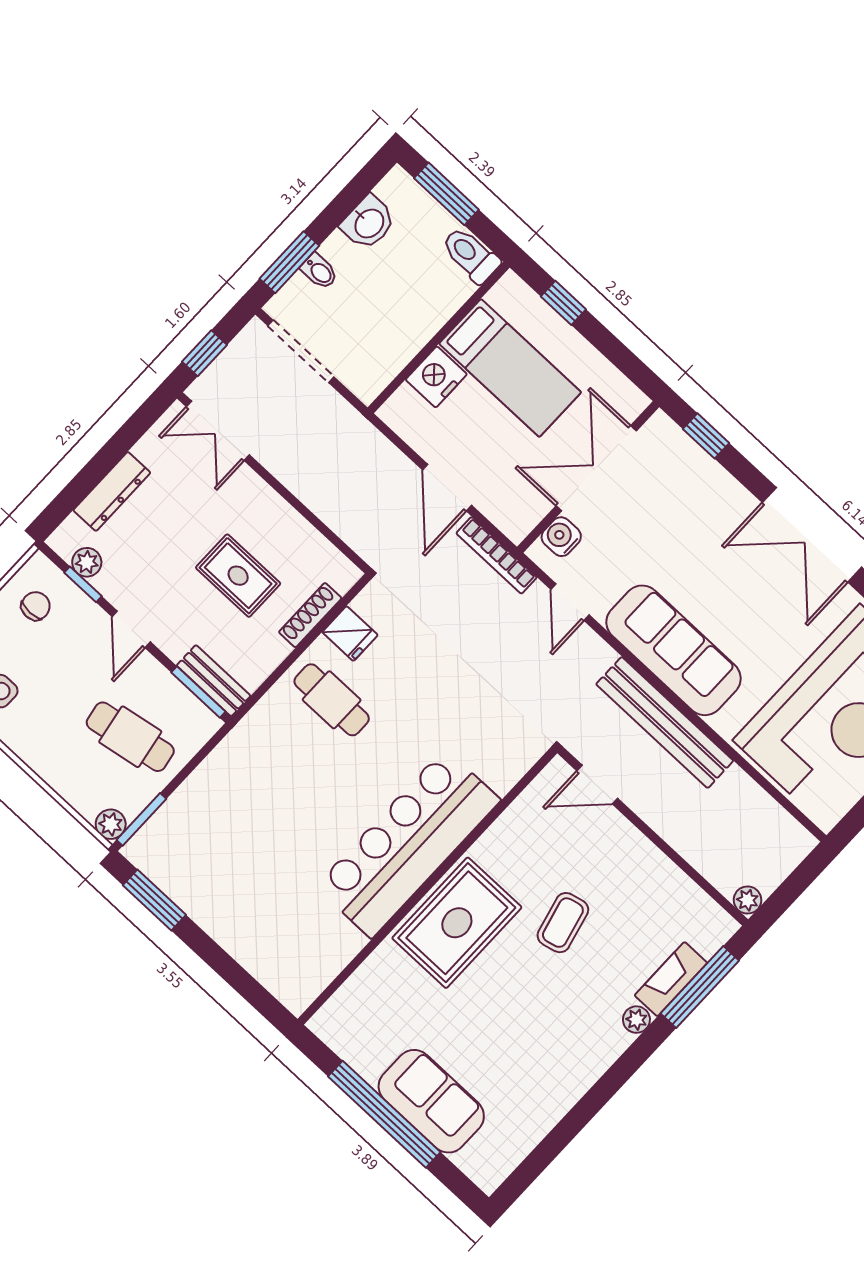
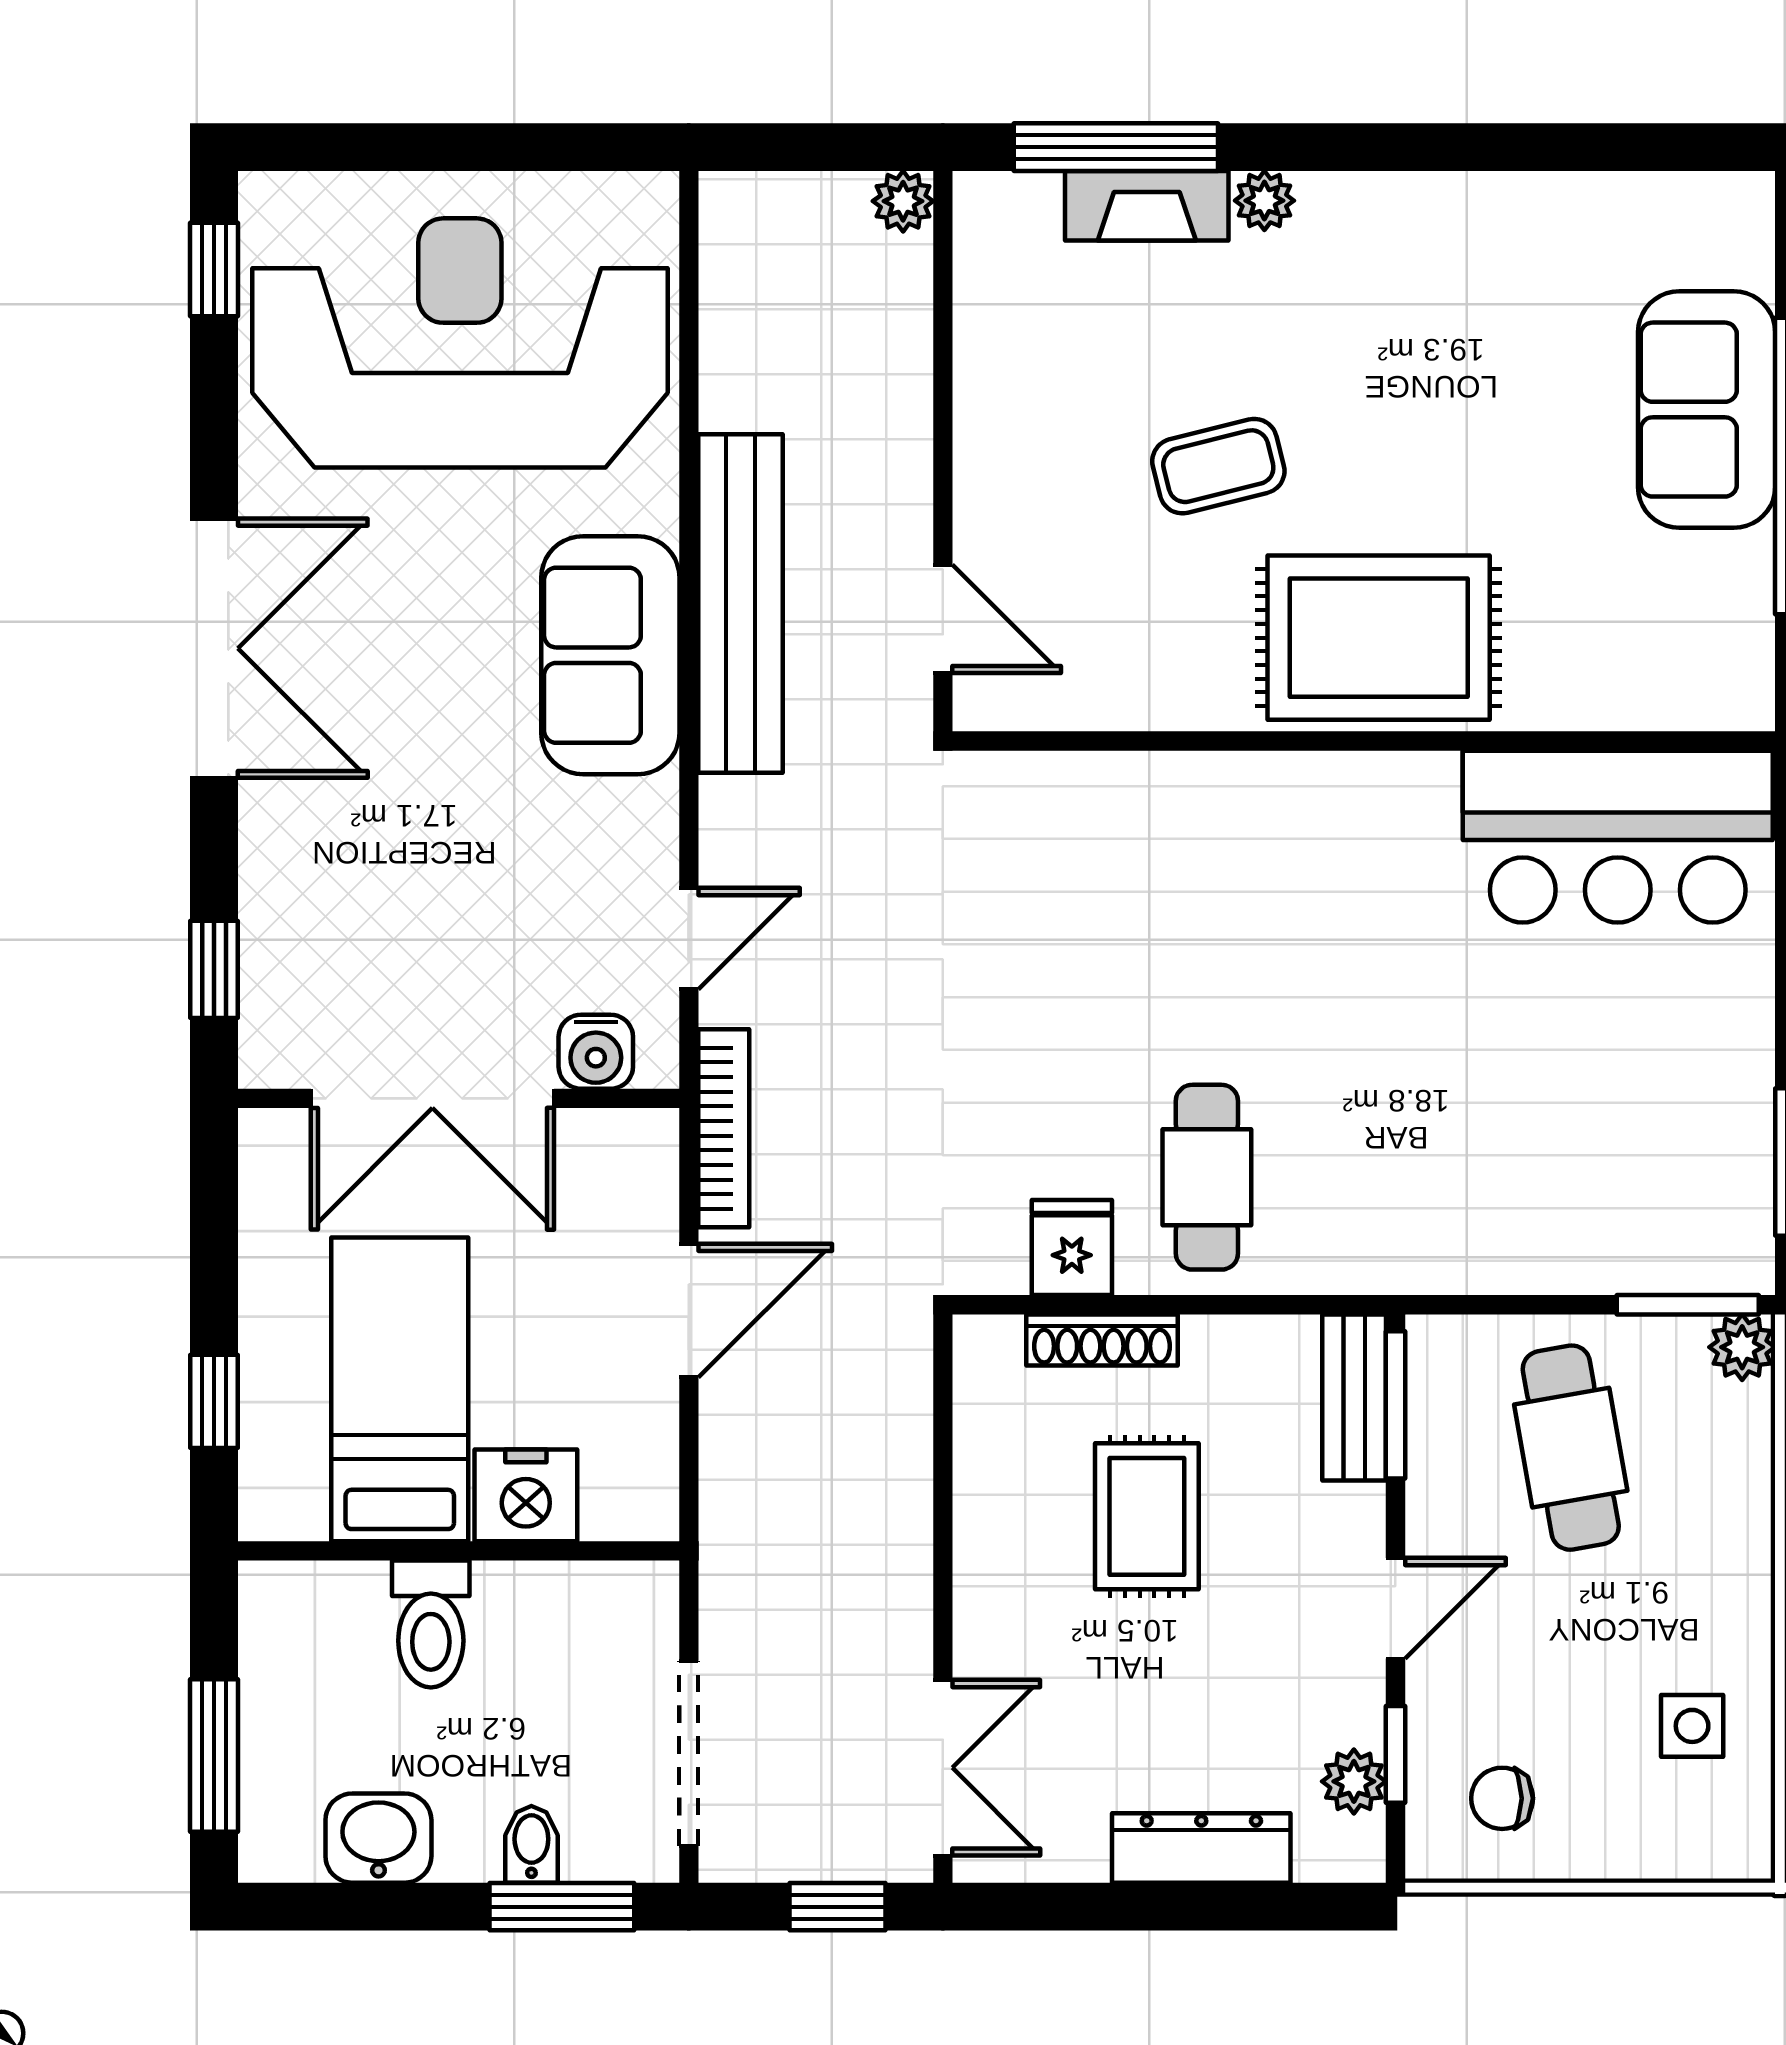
toilet: (471, 255) -> (431, 1624), moved
sofa: (674, 650) -> (610, 655), width x0.73
bar counter: (408, 843) -> (1618, 837), moved, width x0.73

